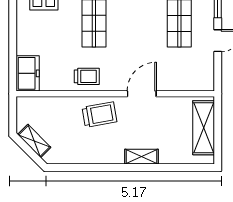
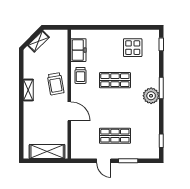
freezer: (28, 73) -> (78, 50), moved, turned -90
shelving: (142, 157) -> (28, 90), moved

